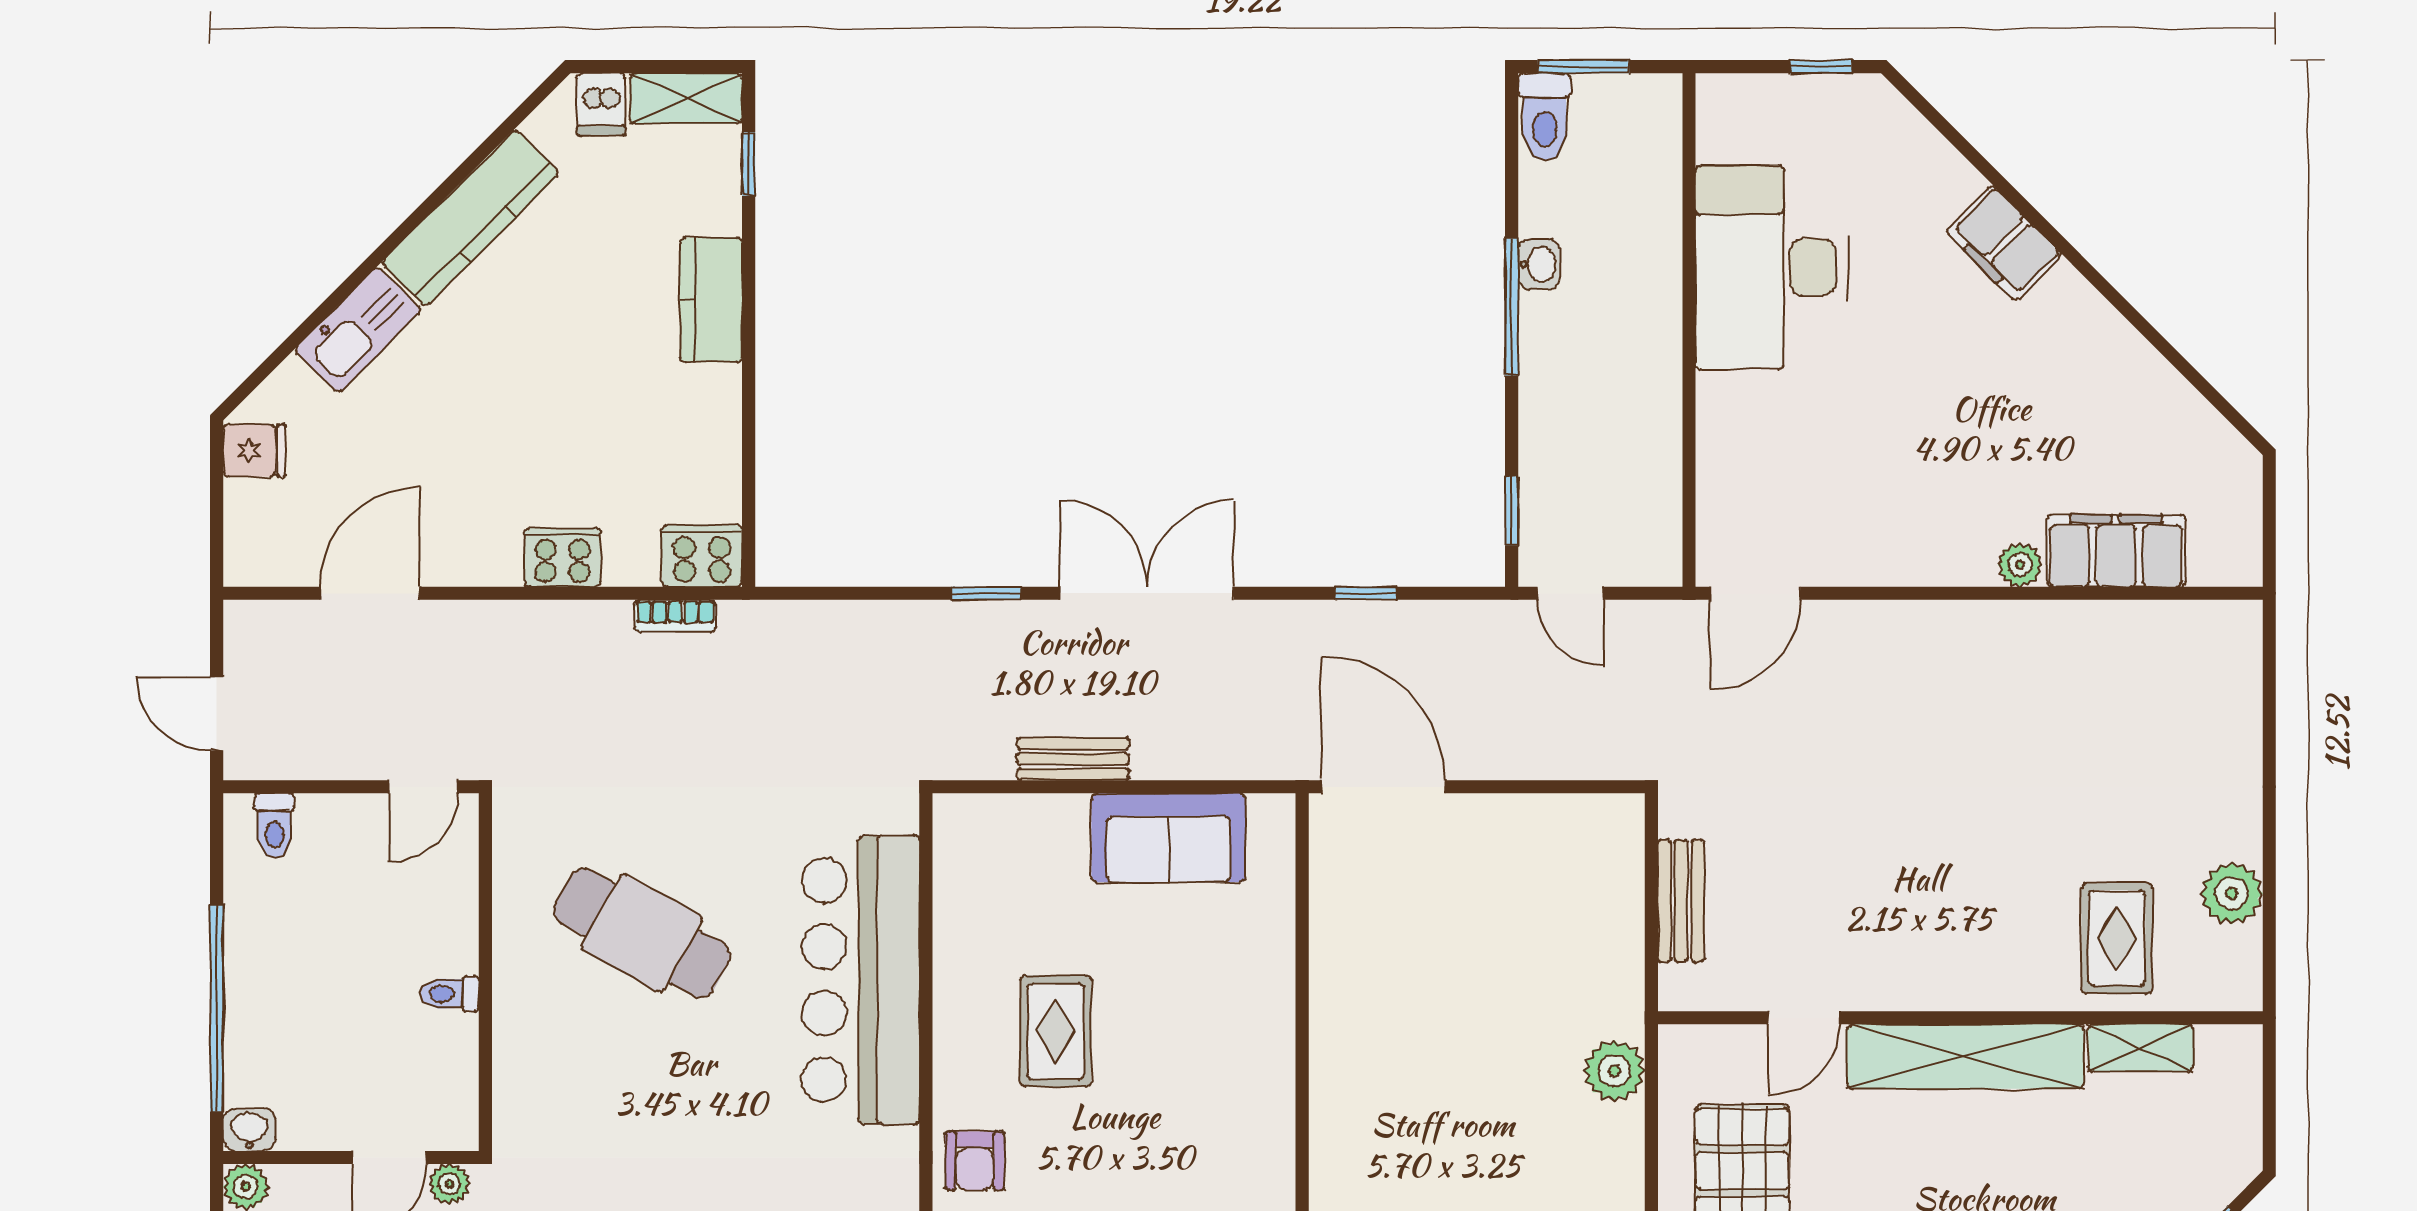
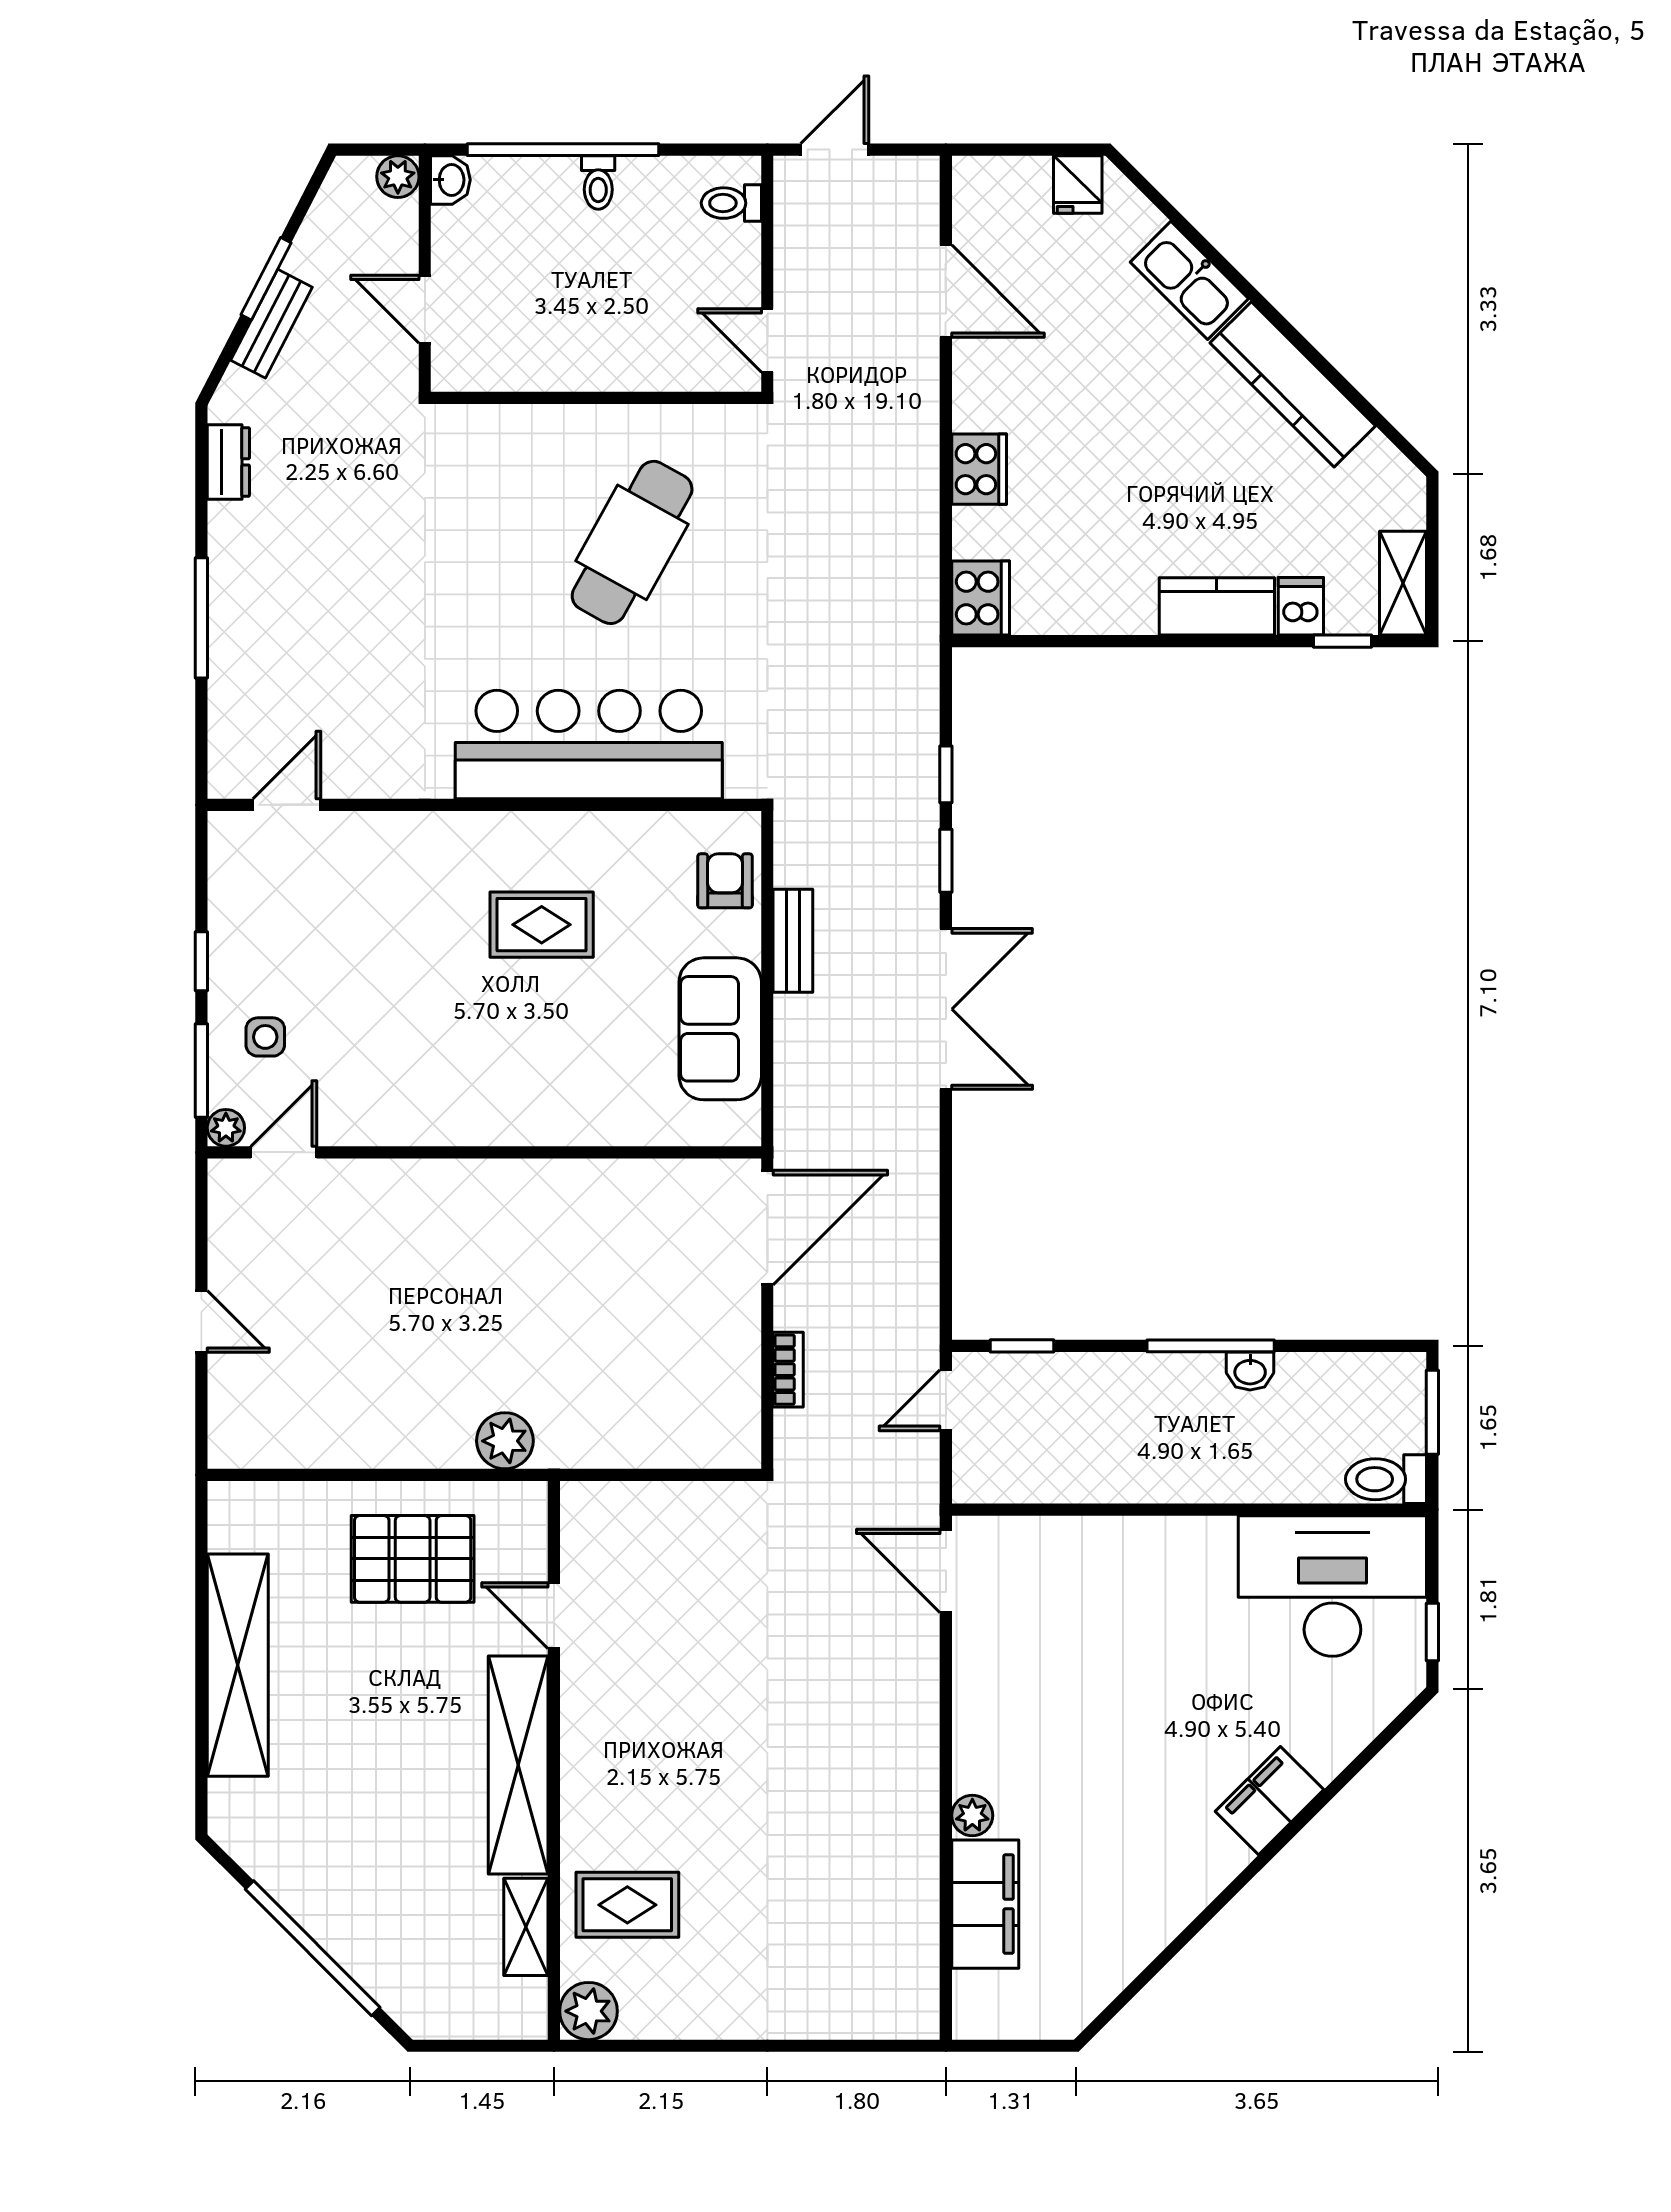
dishwasher: (601, 104) -> (1301, 606), moved, turned 90
toilet: (1545, 117) -> (1386, 1479), moved
desk: (1772, 267) -> (1332, 1586), moved
window: (1366, 593) -> (946, 774), moved
bookcase: (675, 616) -> (788, 1370), moved, turned 180
plant: (2232, 893) -> (589, 2011), moved
bench: (1681, 901) -> (662, 1502), removed
toilet: (450, 994) -> (598, 182), moved, turned 180
armchair: (975, 1161) -> (725, 881), moved, turned 90
plant: (449, 1184) -> (400, 365), removed

